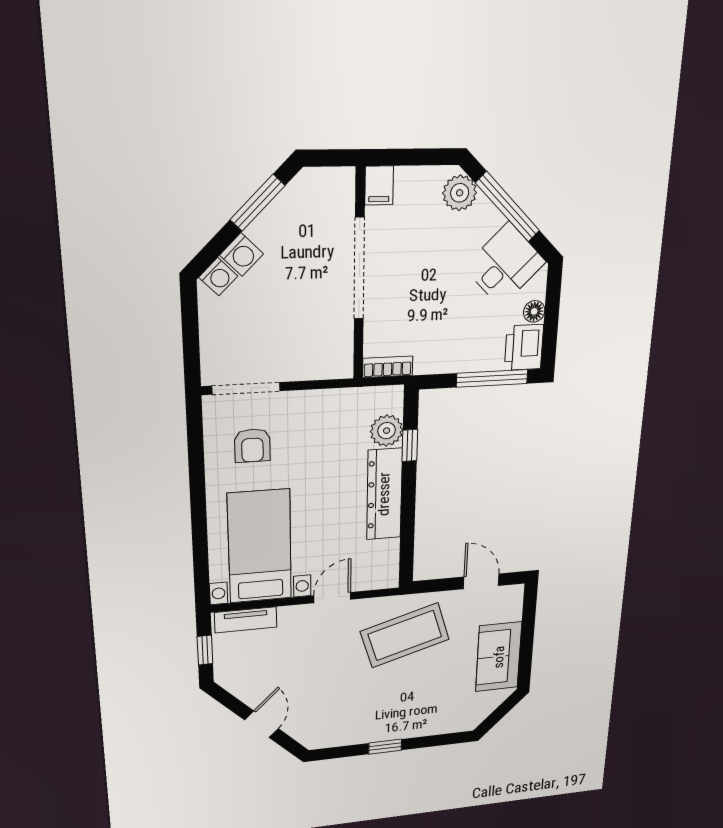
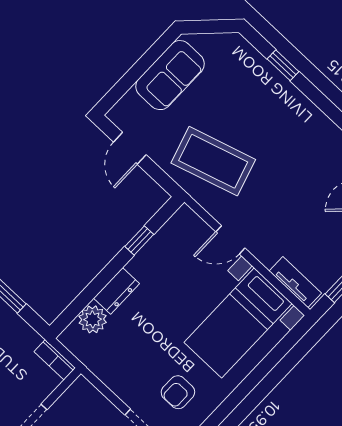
window: (410, 445) -> (139, 240), moved
armchair: (252, 446) -> (178, 392), turned 180
dresser: (384, 494) -> (117, 291), width x0.51, depth x0.80
window: (385, 747) -> (283, 65), moved

